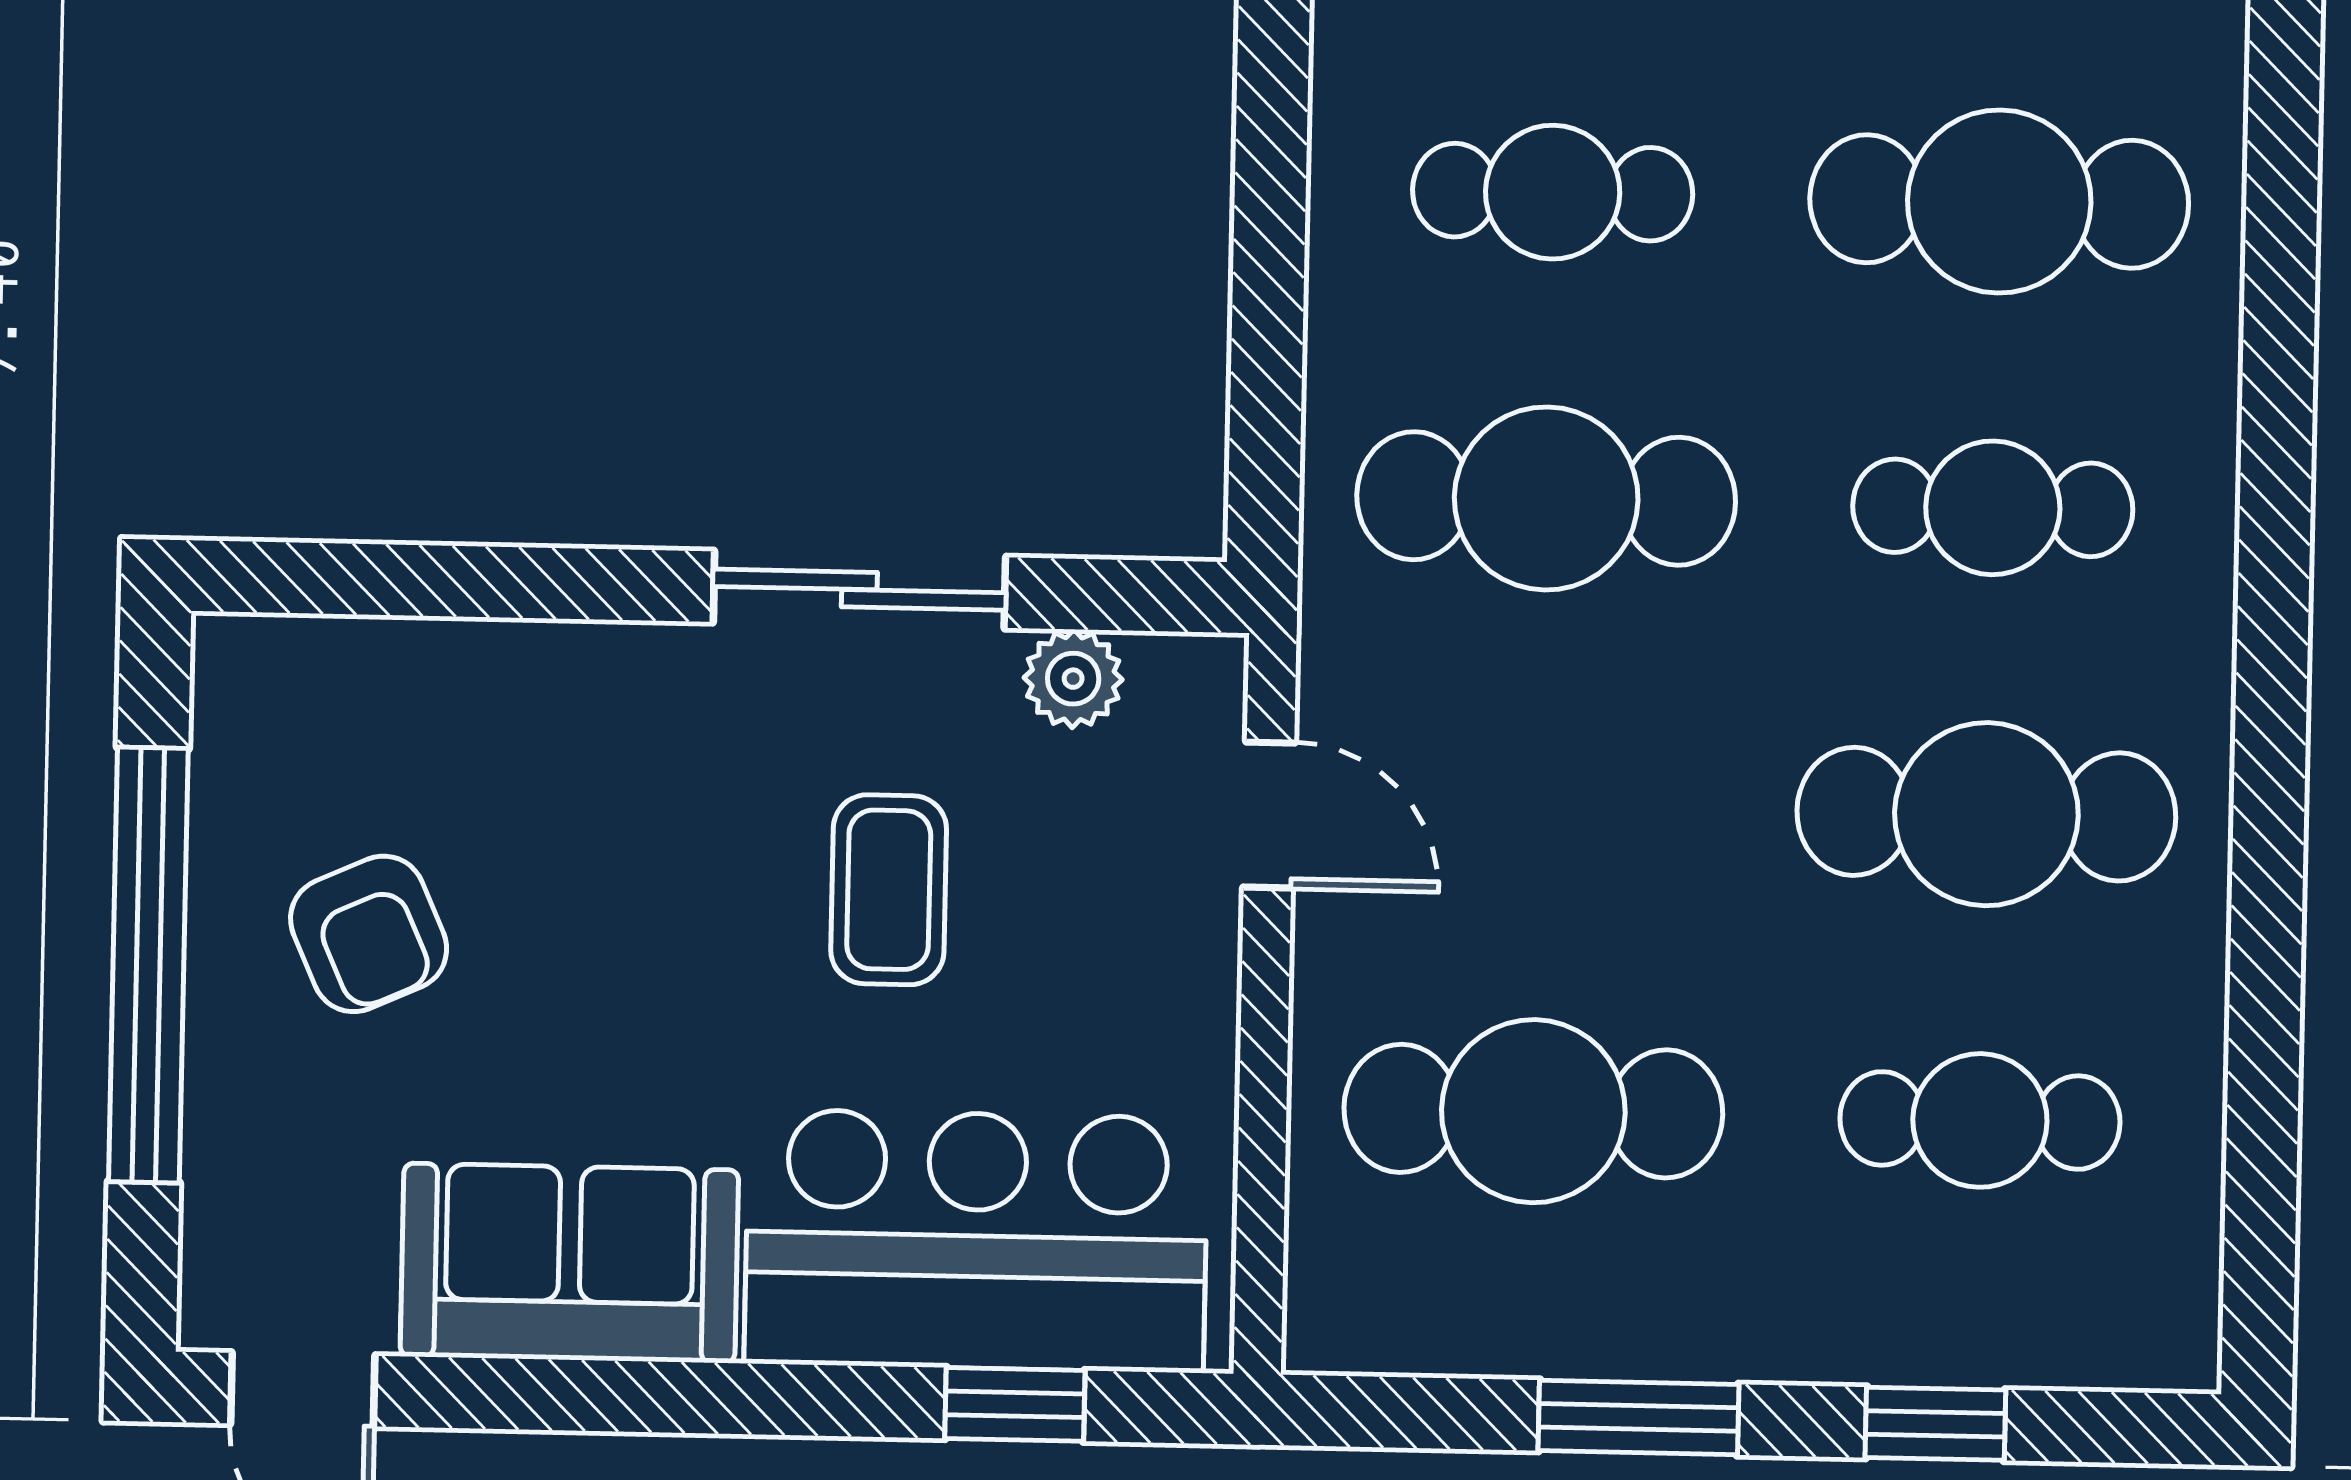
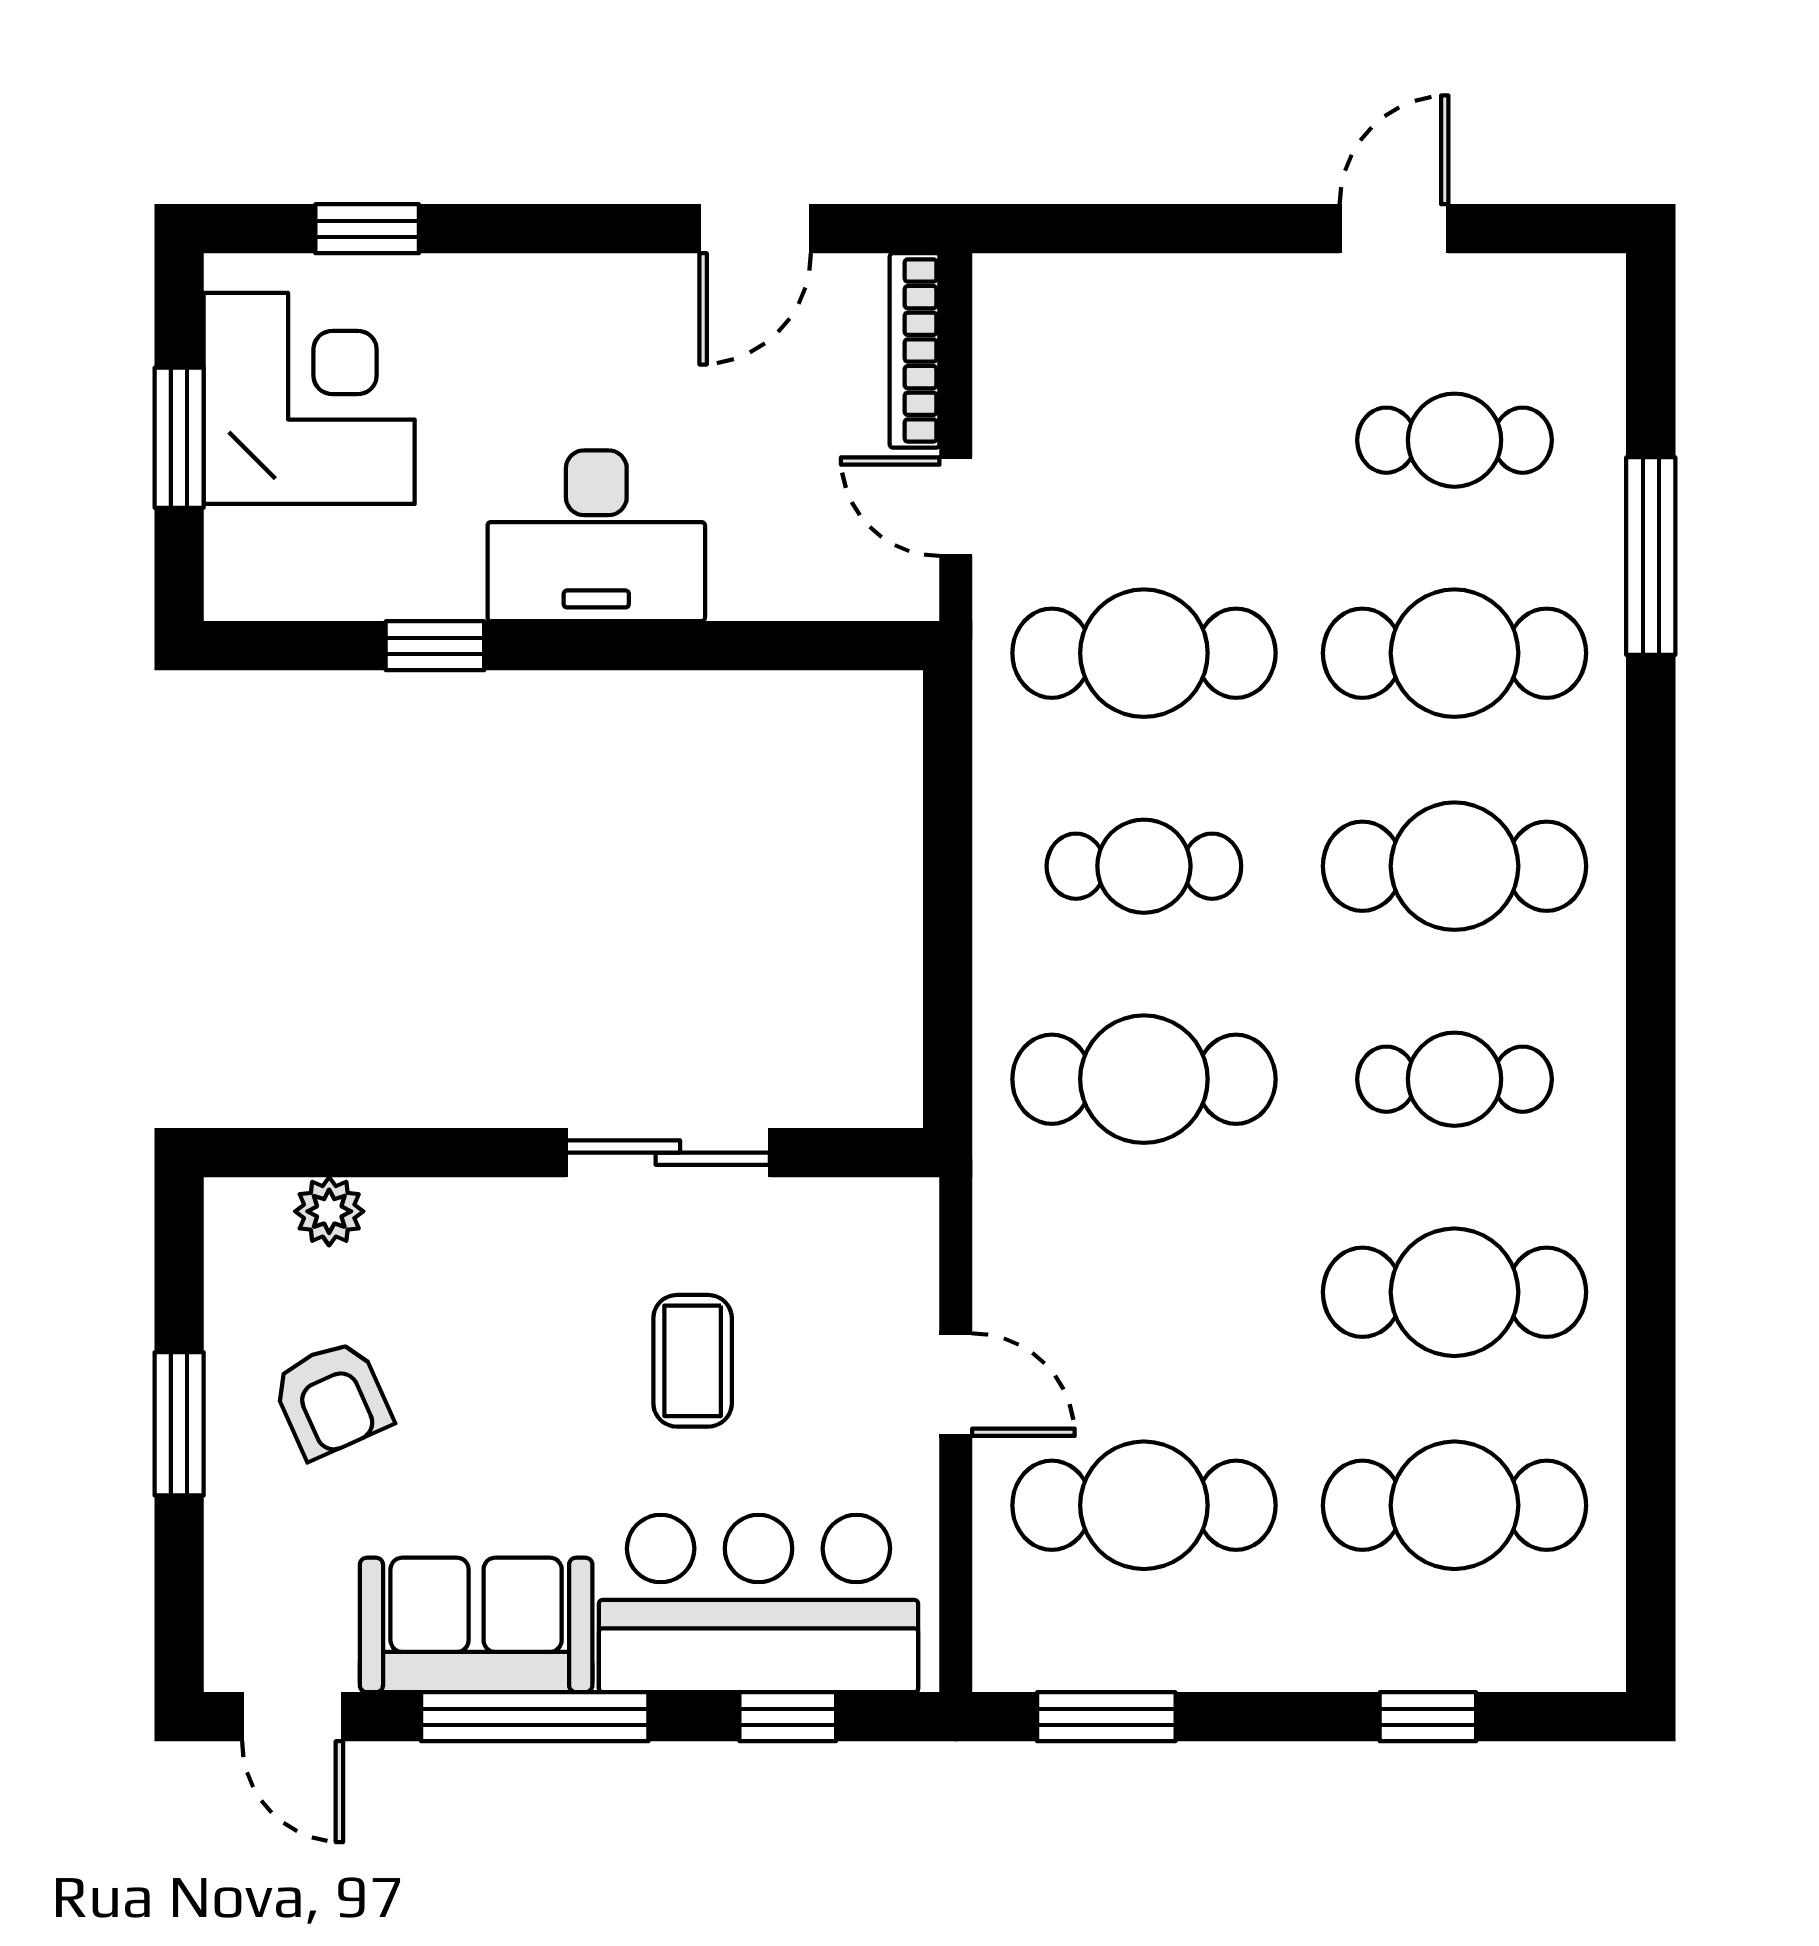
plant: (1073, 679) -> (329, 1211), moved
door: (1269, 815) -> (956, 1385), moved
window: (148, 965) -> (179, 1424), width x0.47
cafe table: (1980, 1120) -> (1454, 1505), width x1.37, depth x1.35
window: (651, 1397) -> (535, 1717), added
window: (1638, 1418) -> (1106, 1717), moved

